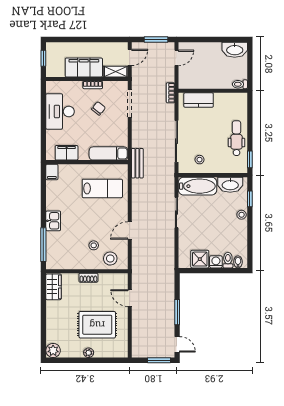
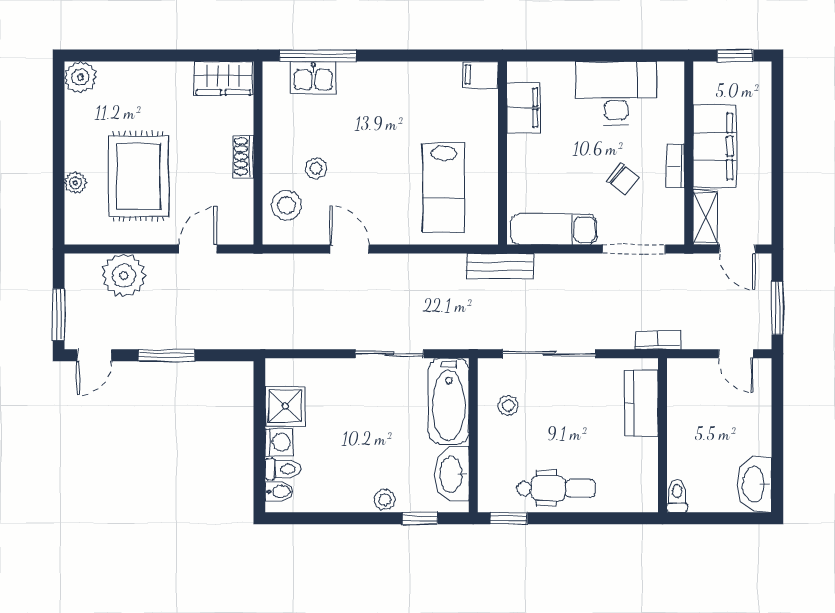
exam couch: (109, 153) -> (554, 230), moved, turned -90
kitchen sink: (53, 221) -> (313, 78), moved
plant: (141, 331) -> (124, 275), added
plant: (89, 353) -> (75, 183), moved

